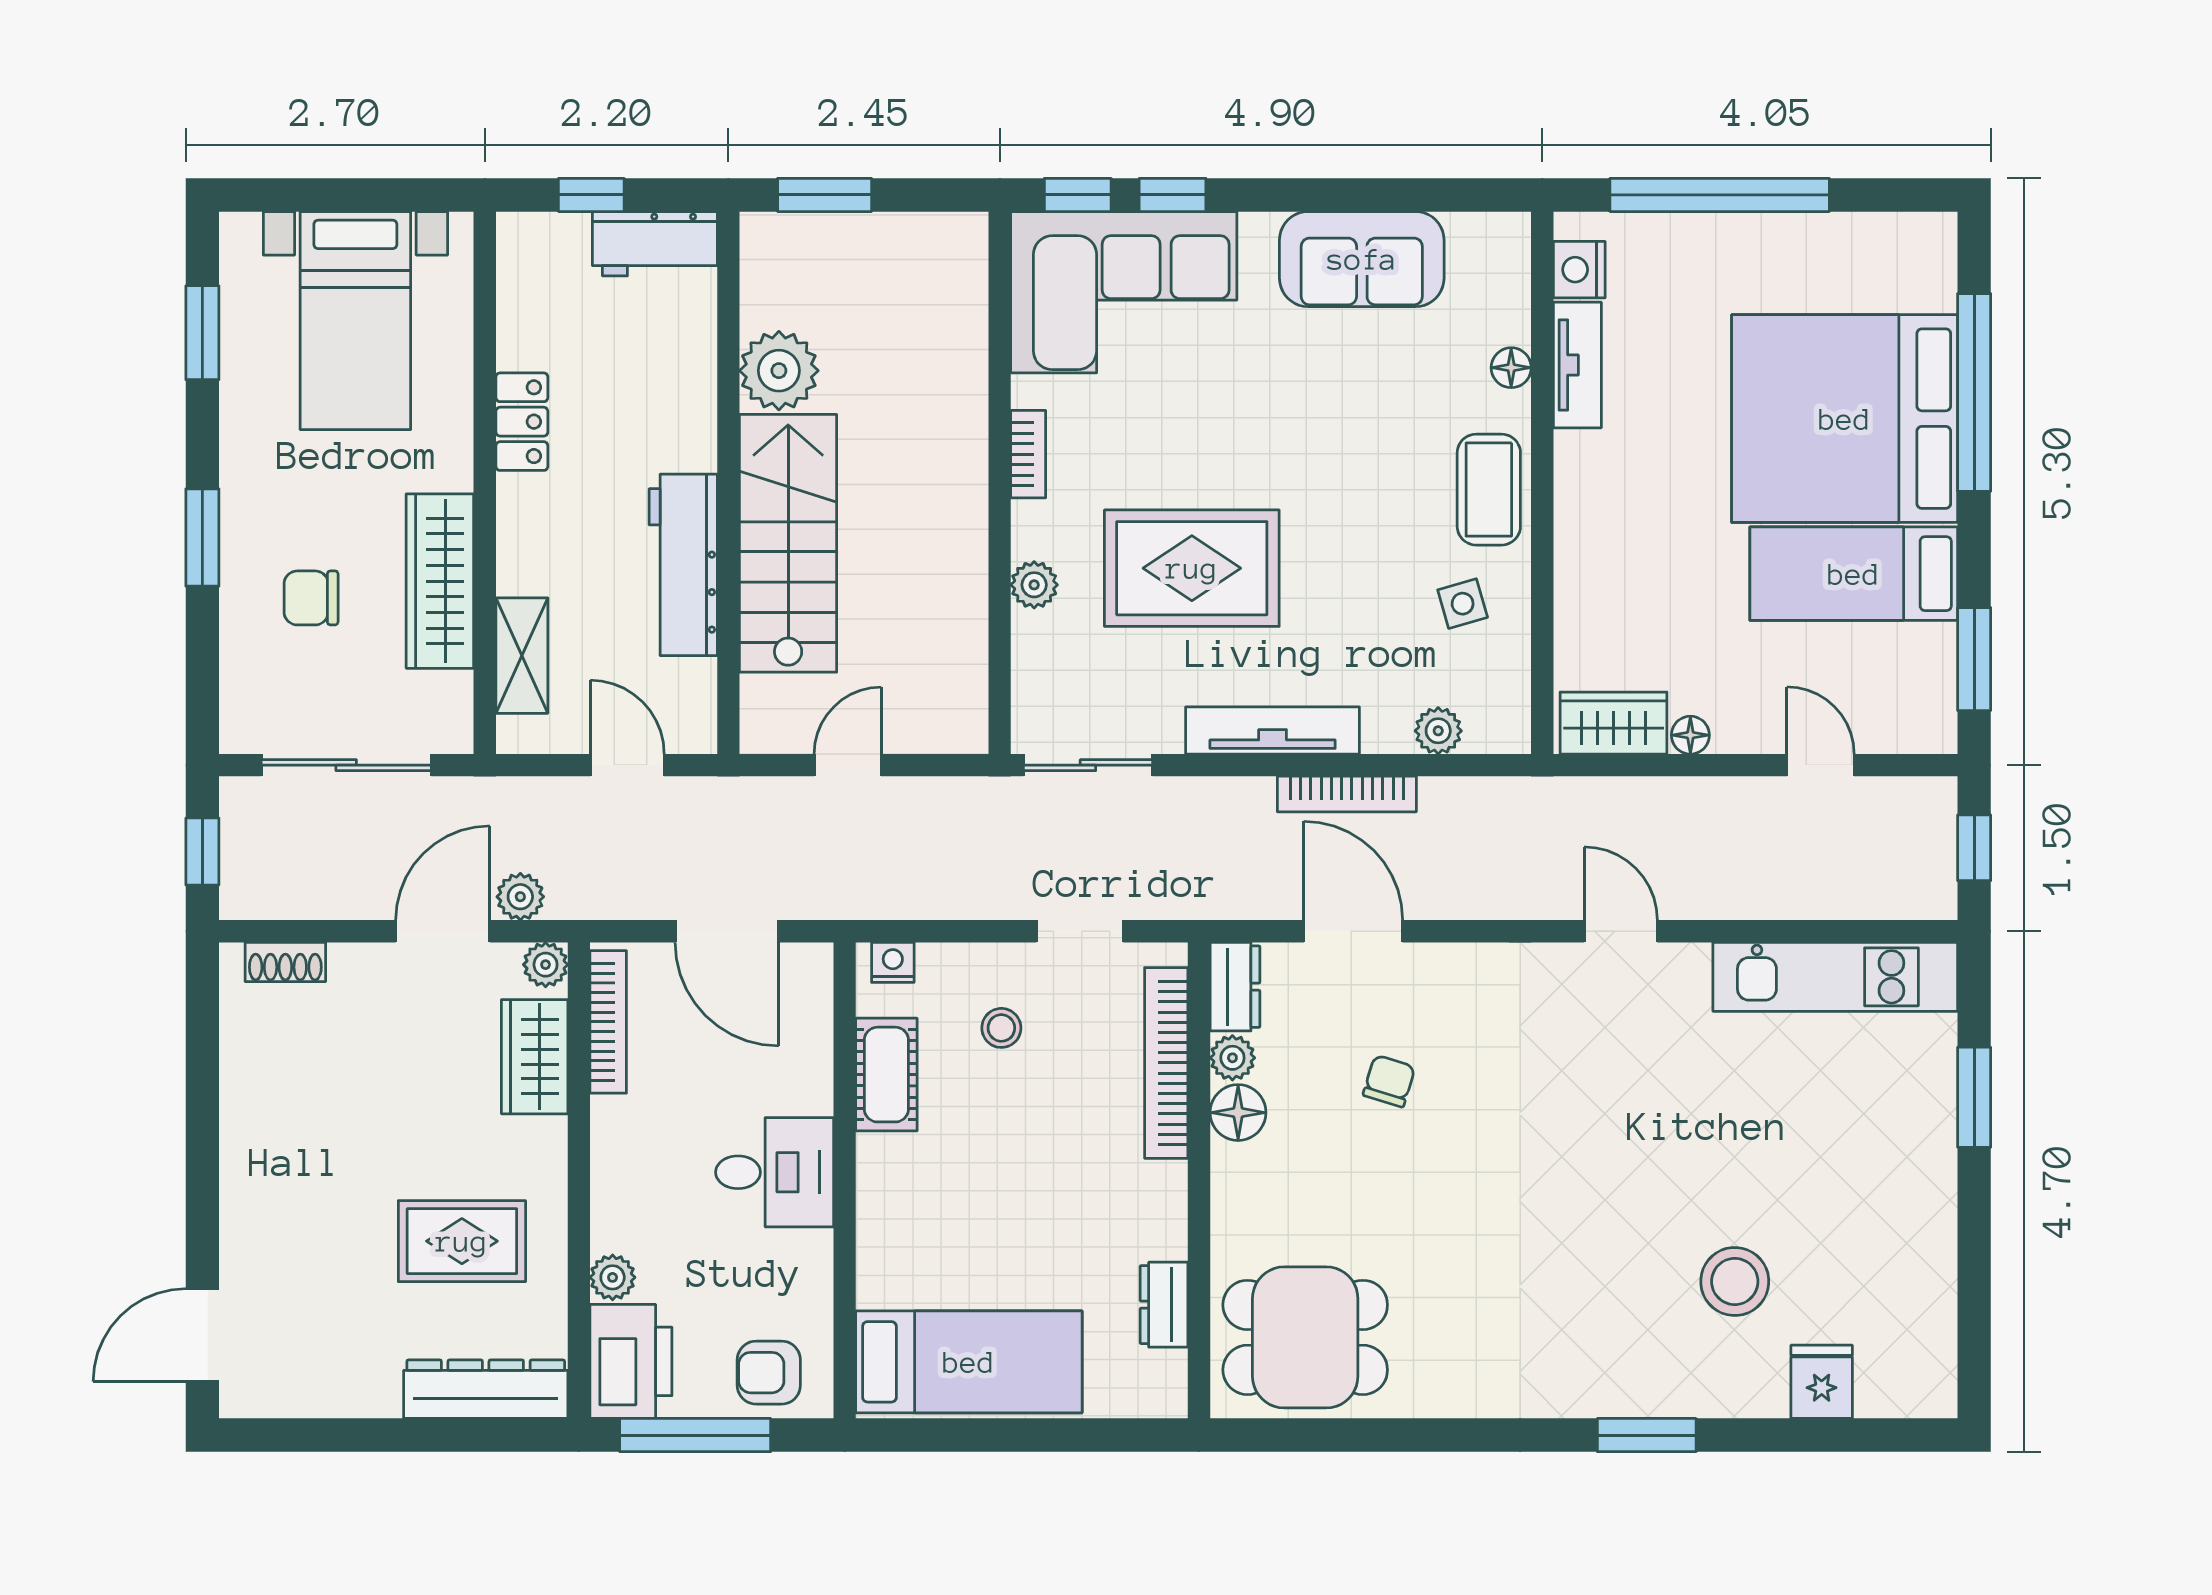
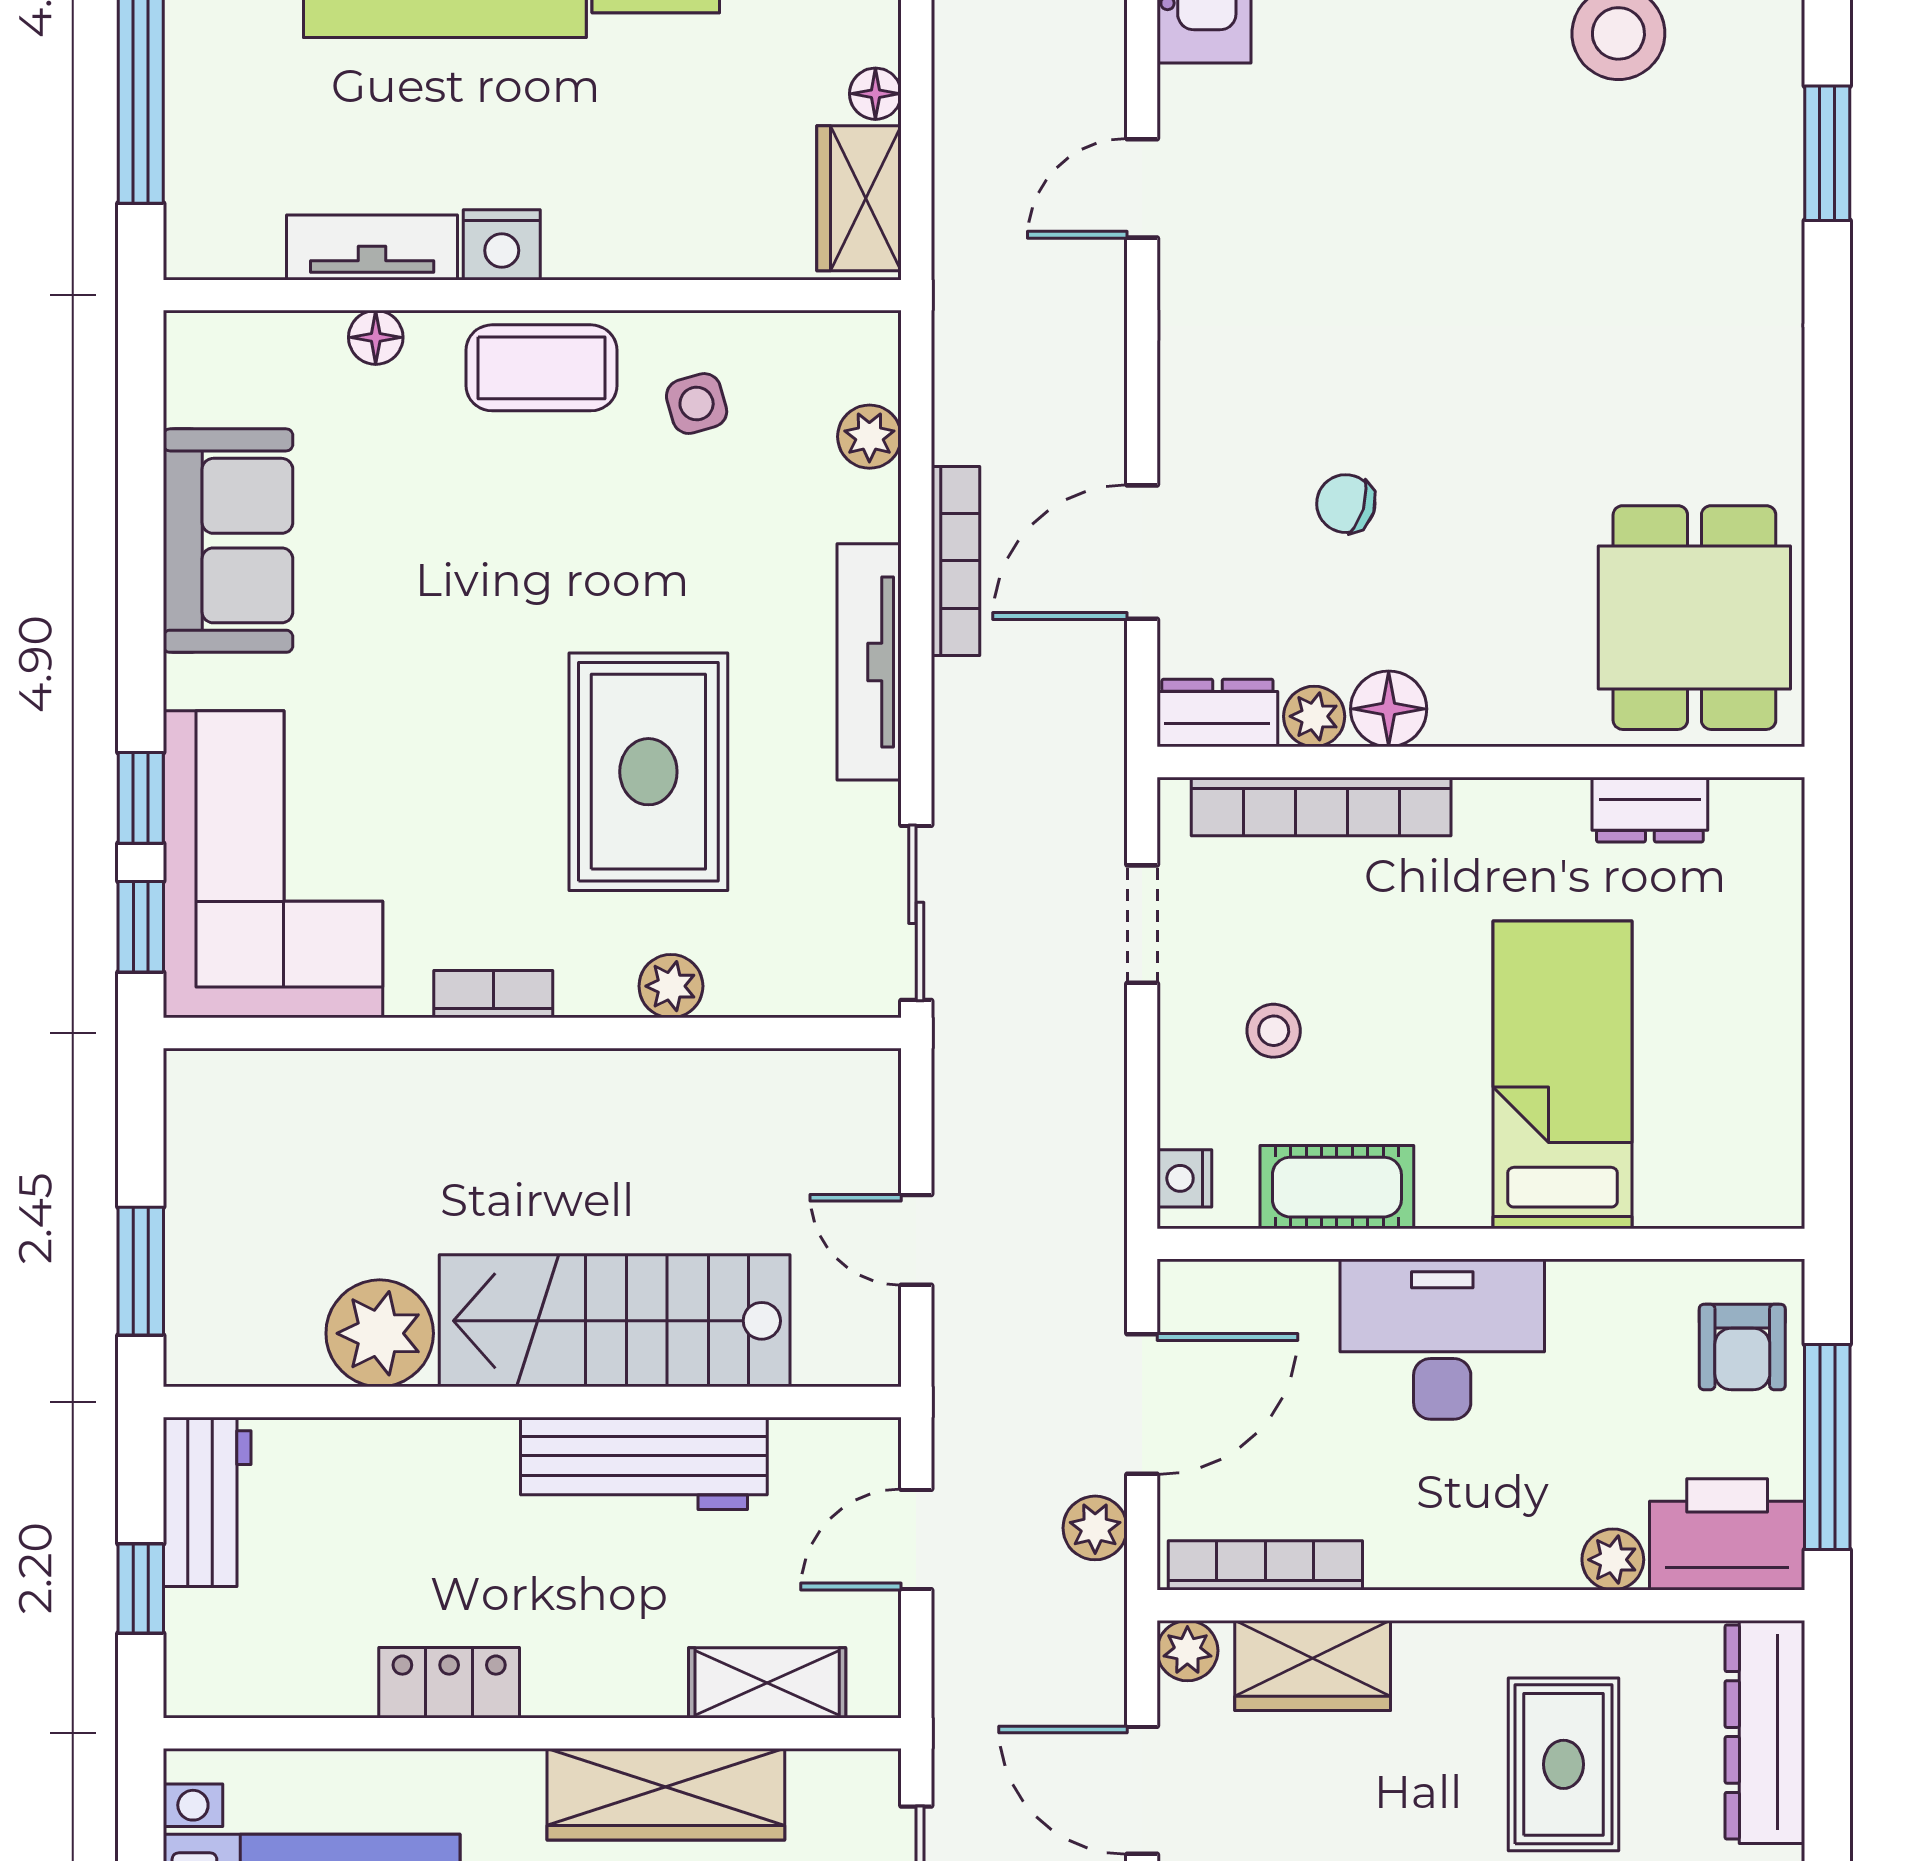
nightstand: (1579, 270) -> (502, 245), moved
plant: (520, 897) -> (1095, 1528), moved
desk: (775, 1172) -> (1442, 1339), width x1.37
bed: (969, 1362) -> (1563, 1075), moved

